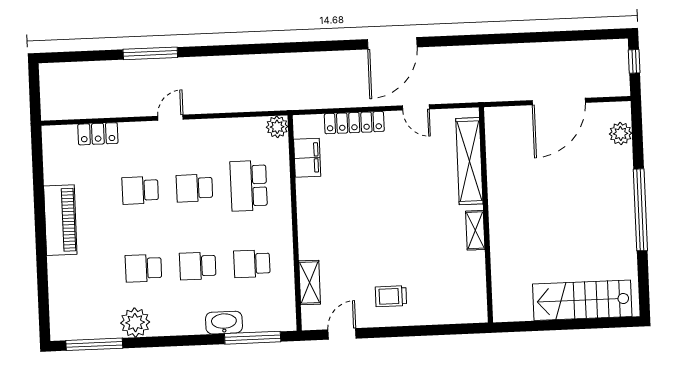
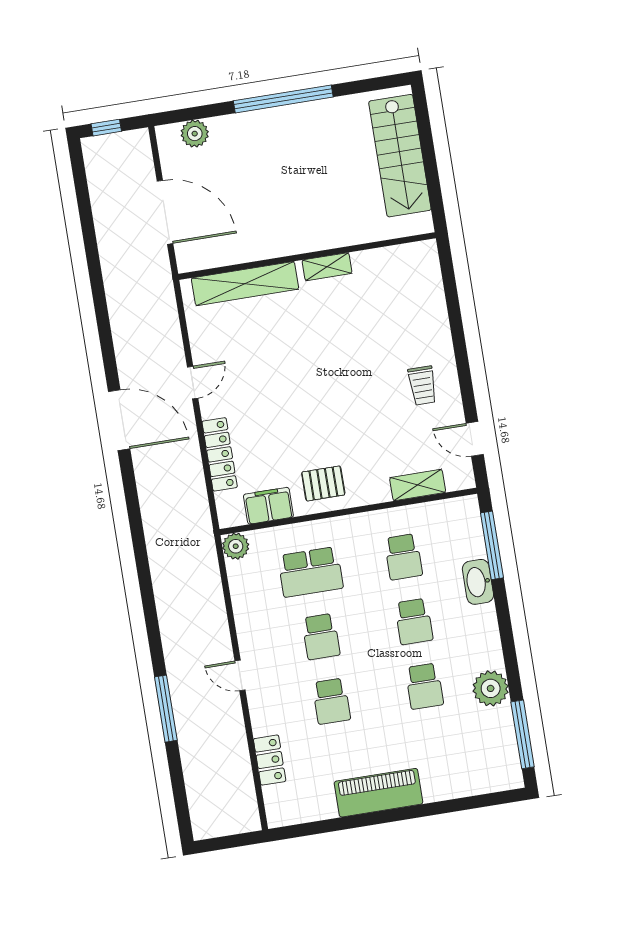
shelving: (469, 161) -> (245, 284), moved
pallet: (320, 205) -> (323, 483), added
wall: (486, 215) -> (307, 256), moved
shelving: (475, 230) -> (327, 267), moved

